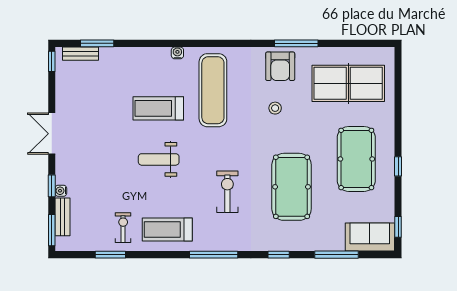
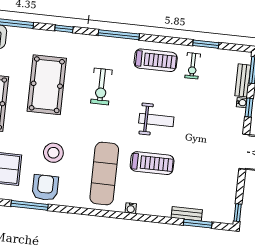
bench: (81, 54) -> (187, 214), moved
stool: (275, 108) -> (53, 153), width x1.89, depth x1.89

